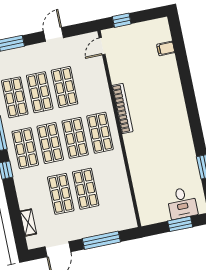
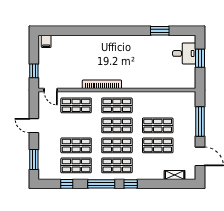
filing cabinet: (166, 48) -> (46, 41), moved
shop shelf: (65, 87) -> (76, 105), moved

